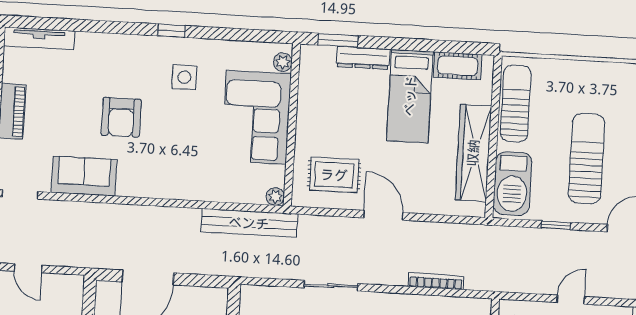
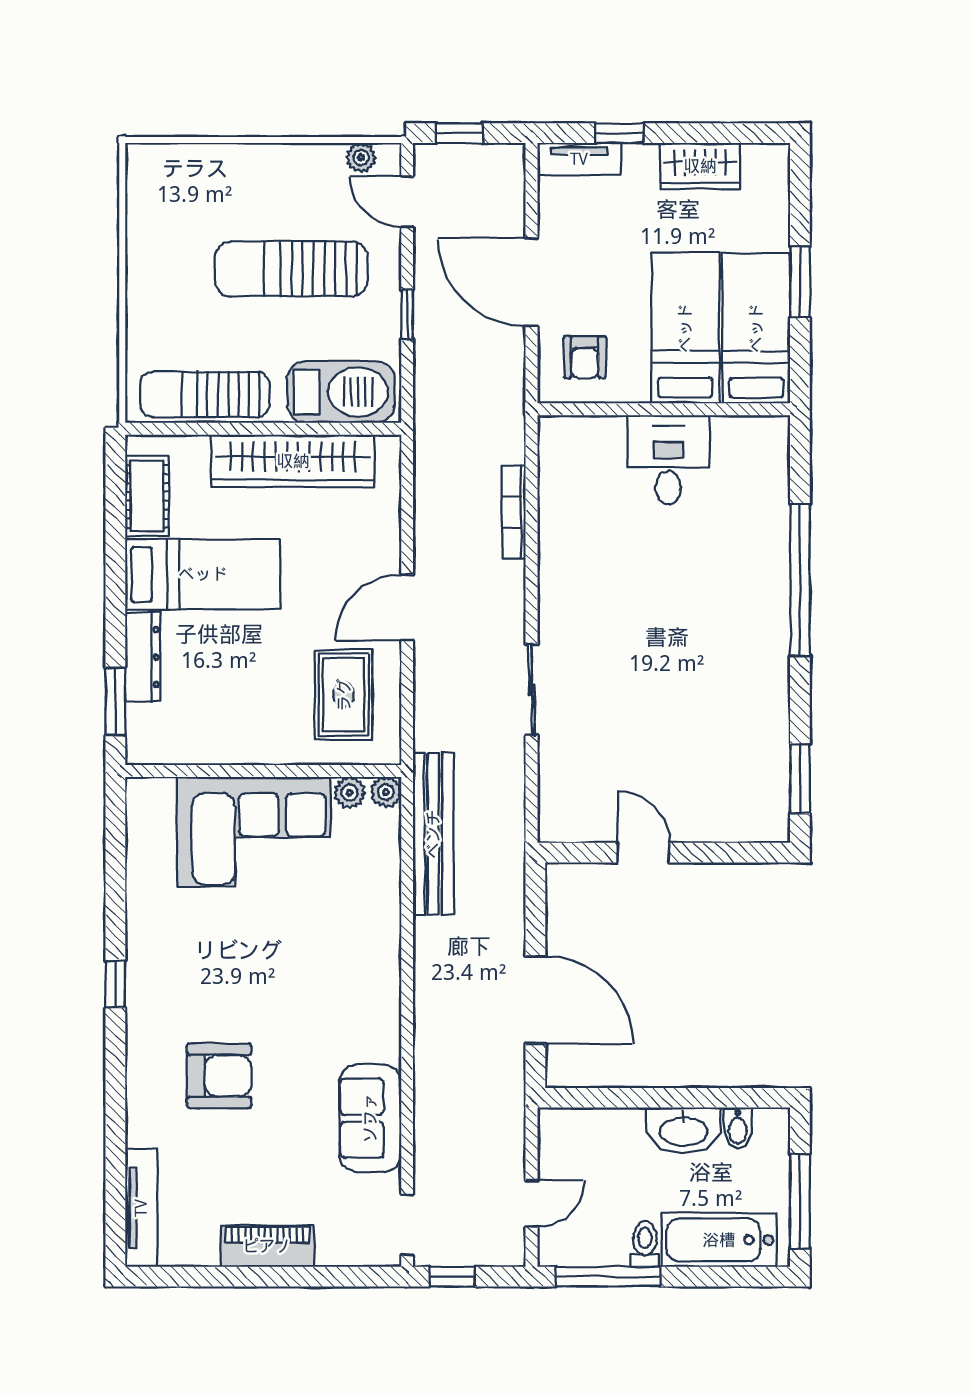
plant: (283, 62) -> (350, 793), moved
side table: (184, 77) -> (193, 958), removed
armchair: (121, 117) -> (219, 1076), moved
door: (571, 300) -> (532, 282), width x1.87

